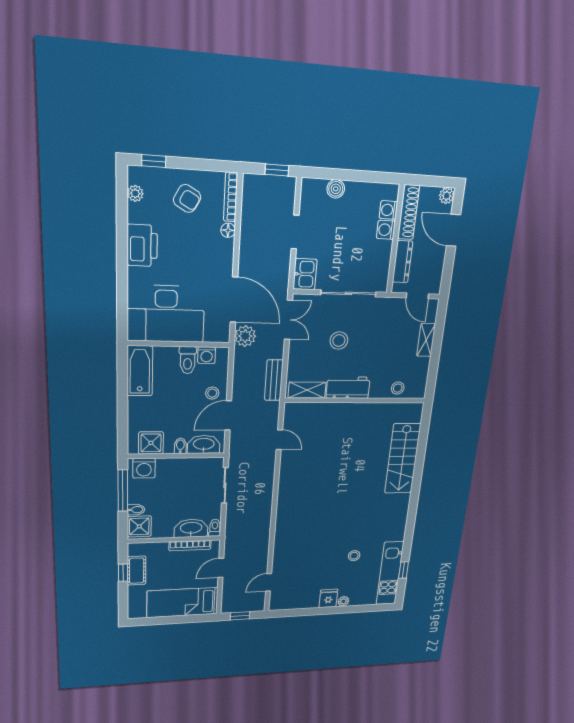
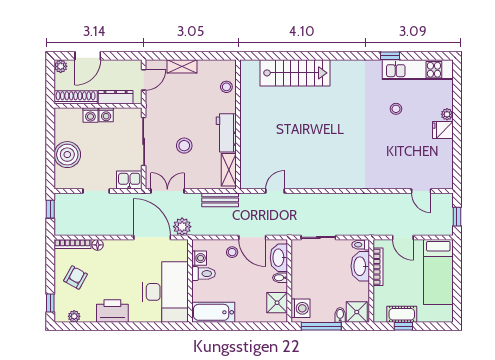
boiler: (336, 189) -> (67, 155), width x1.86, depth x1.86
washing machine: (388, 210) -> (106, 115), moved
door: (234, 300) -> (152, 237), hinge flipped
window: (404, 570) -> (390, 56), moved

